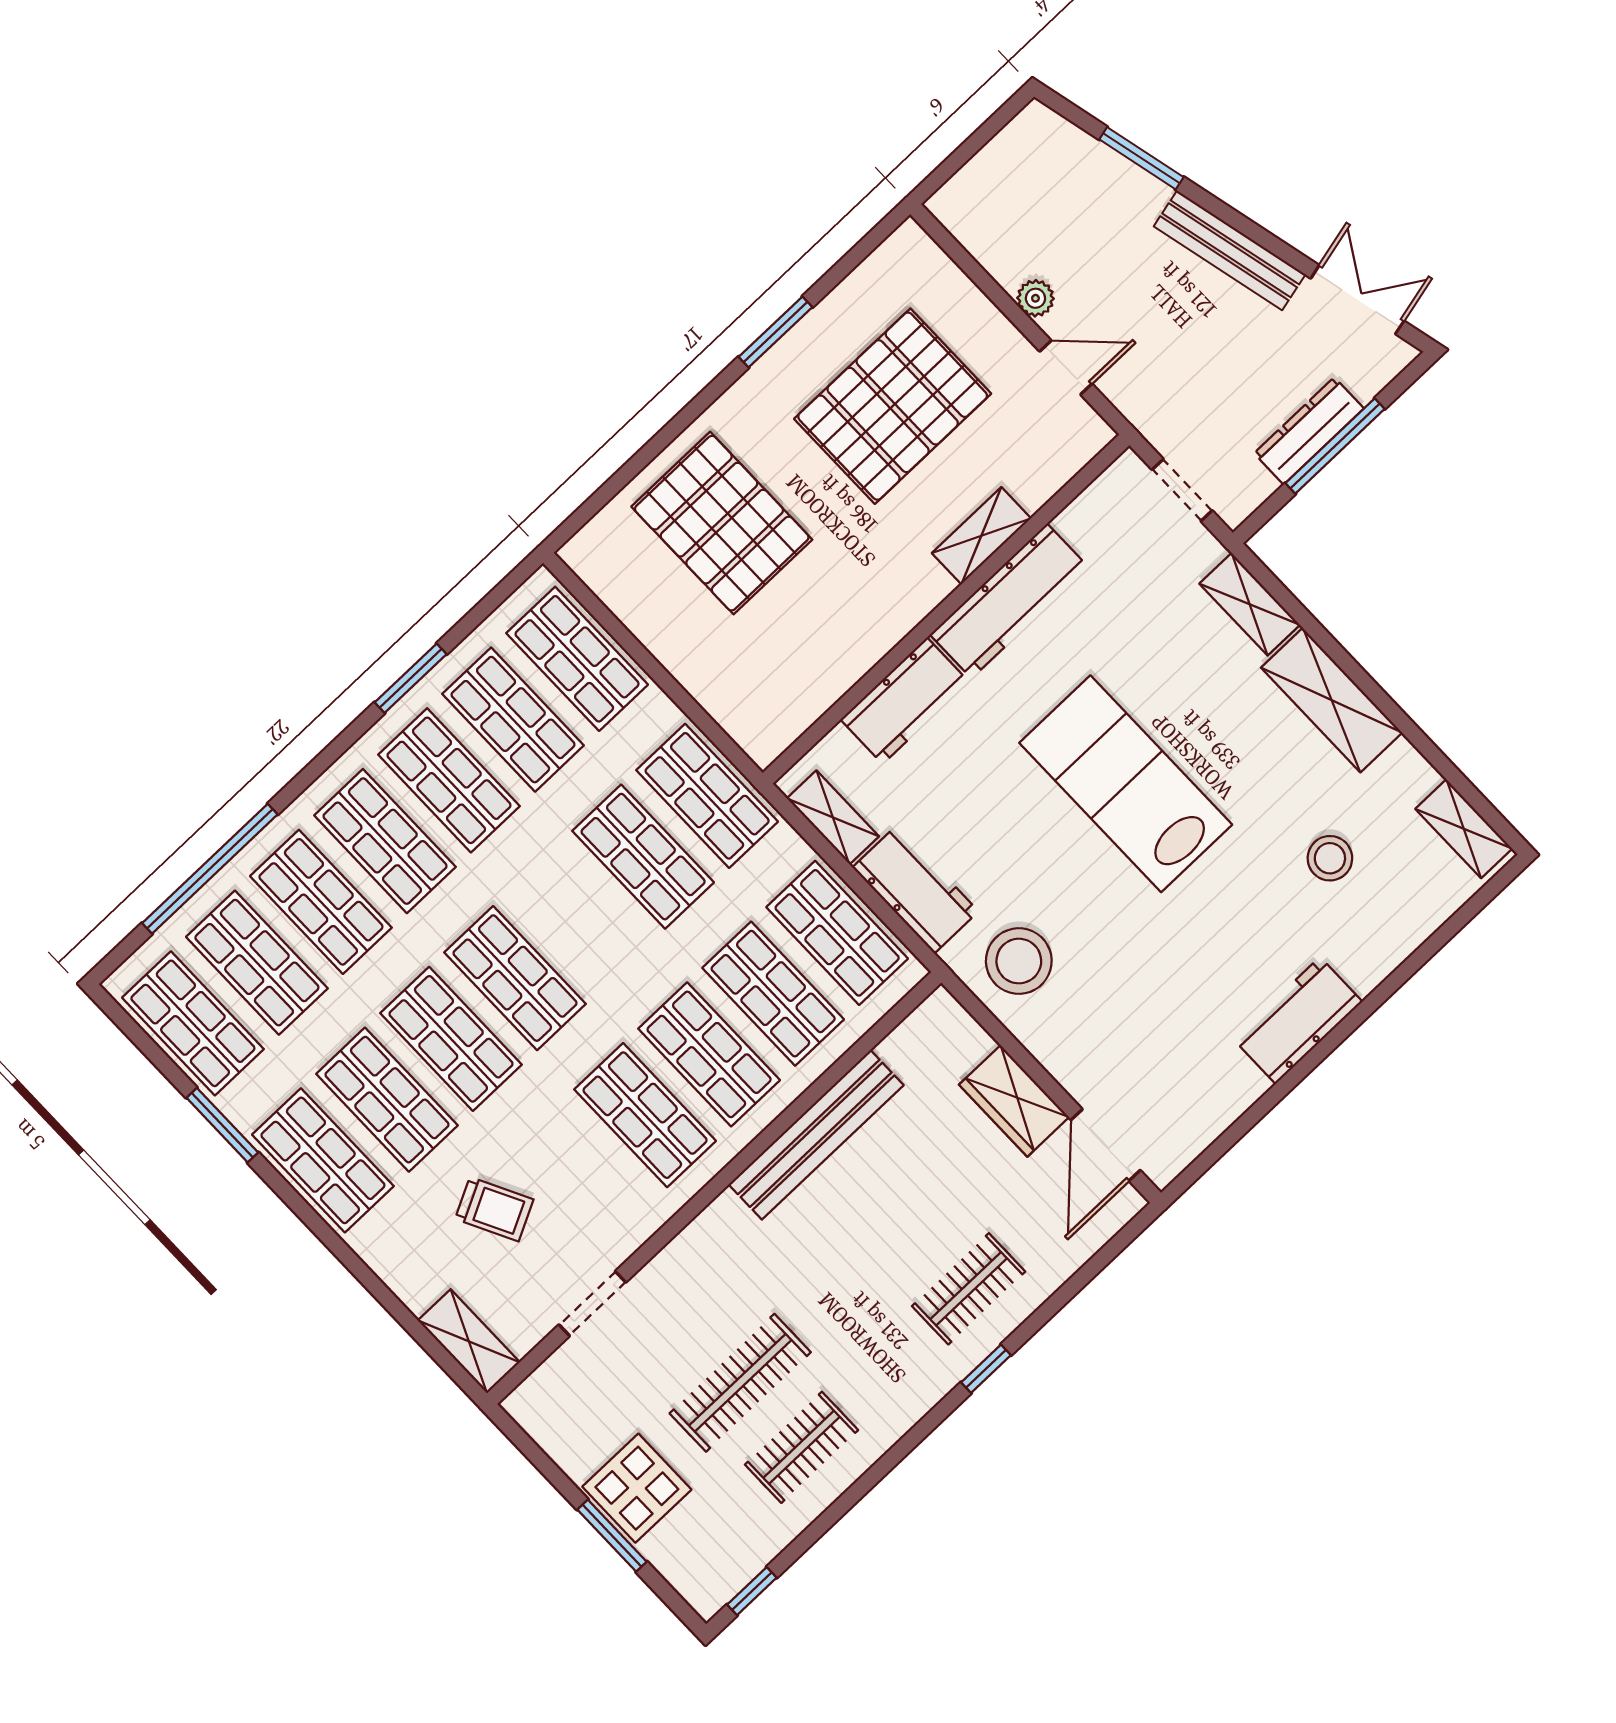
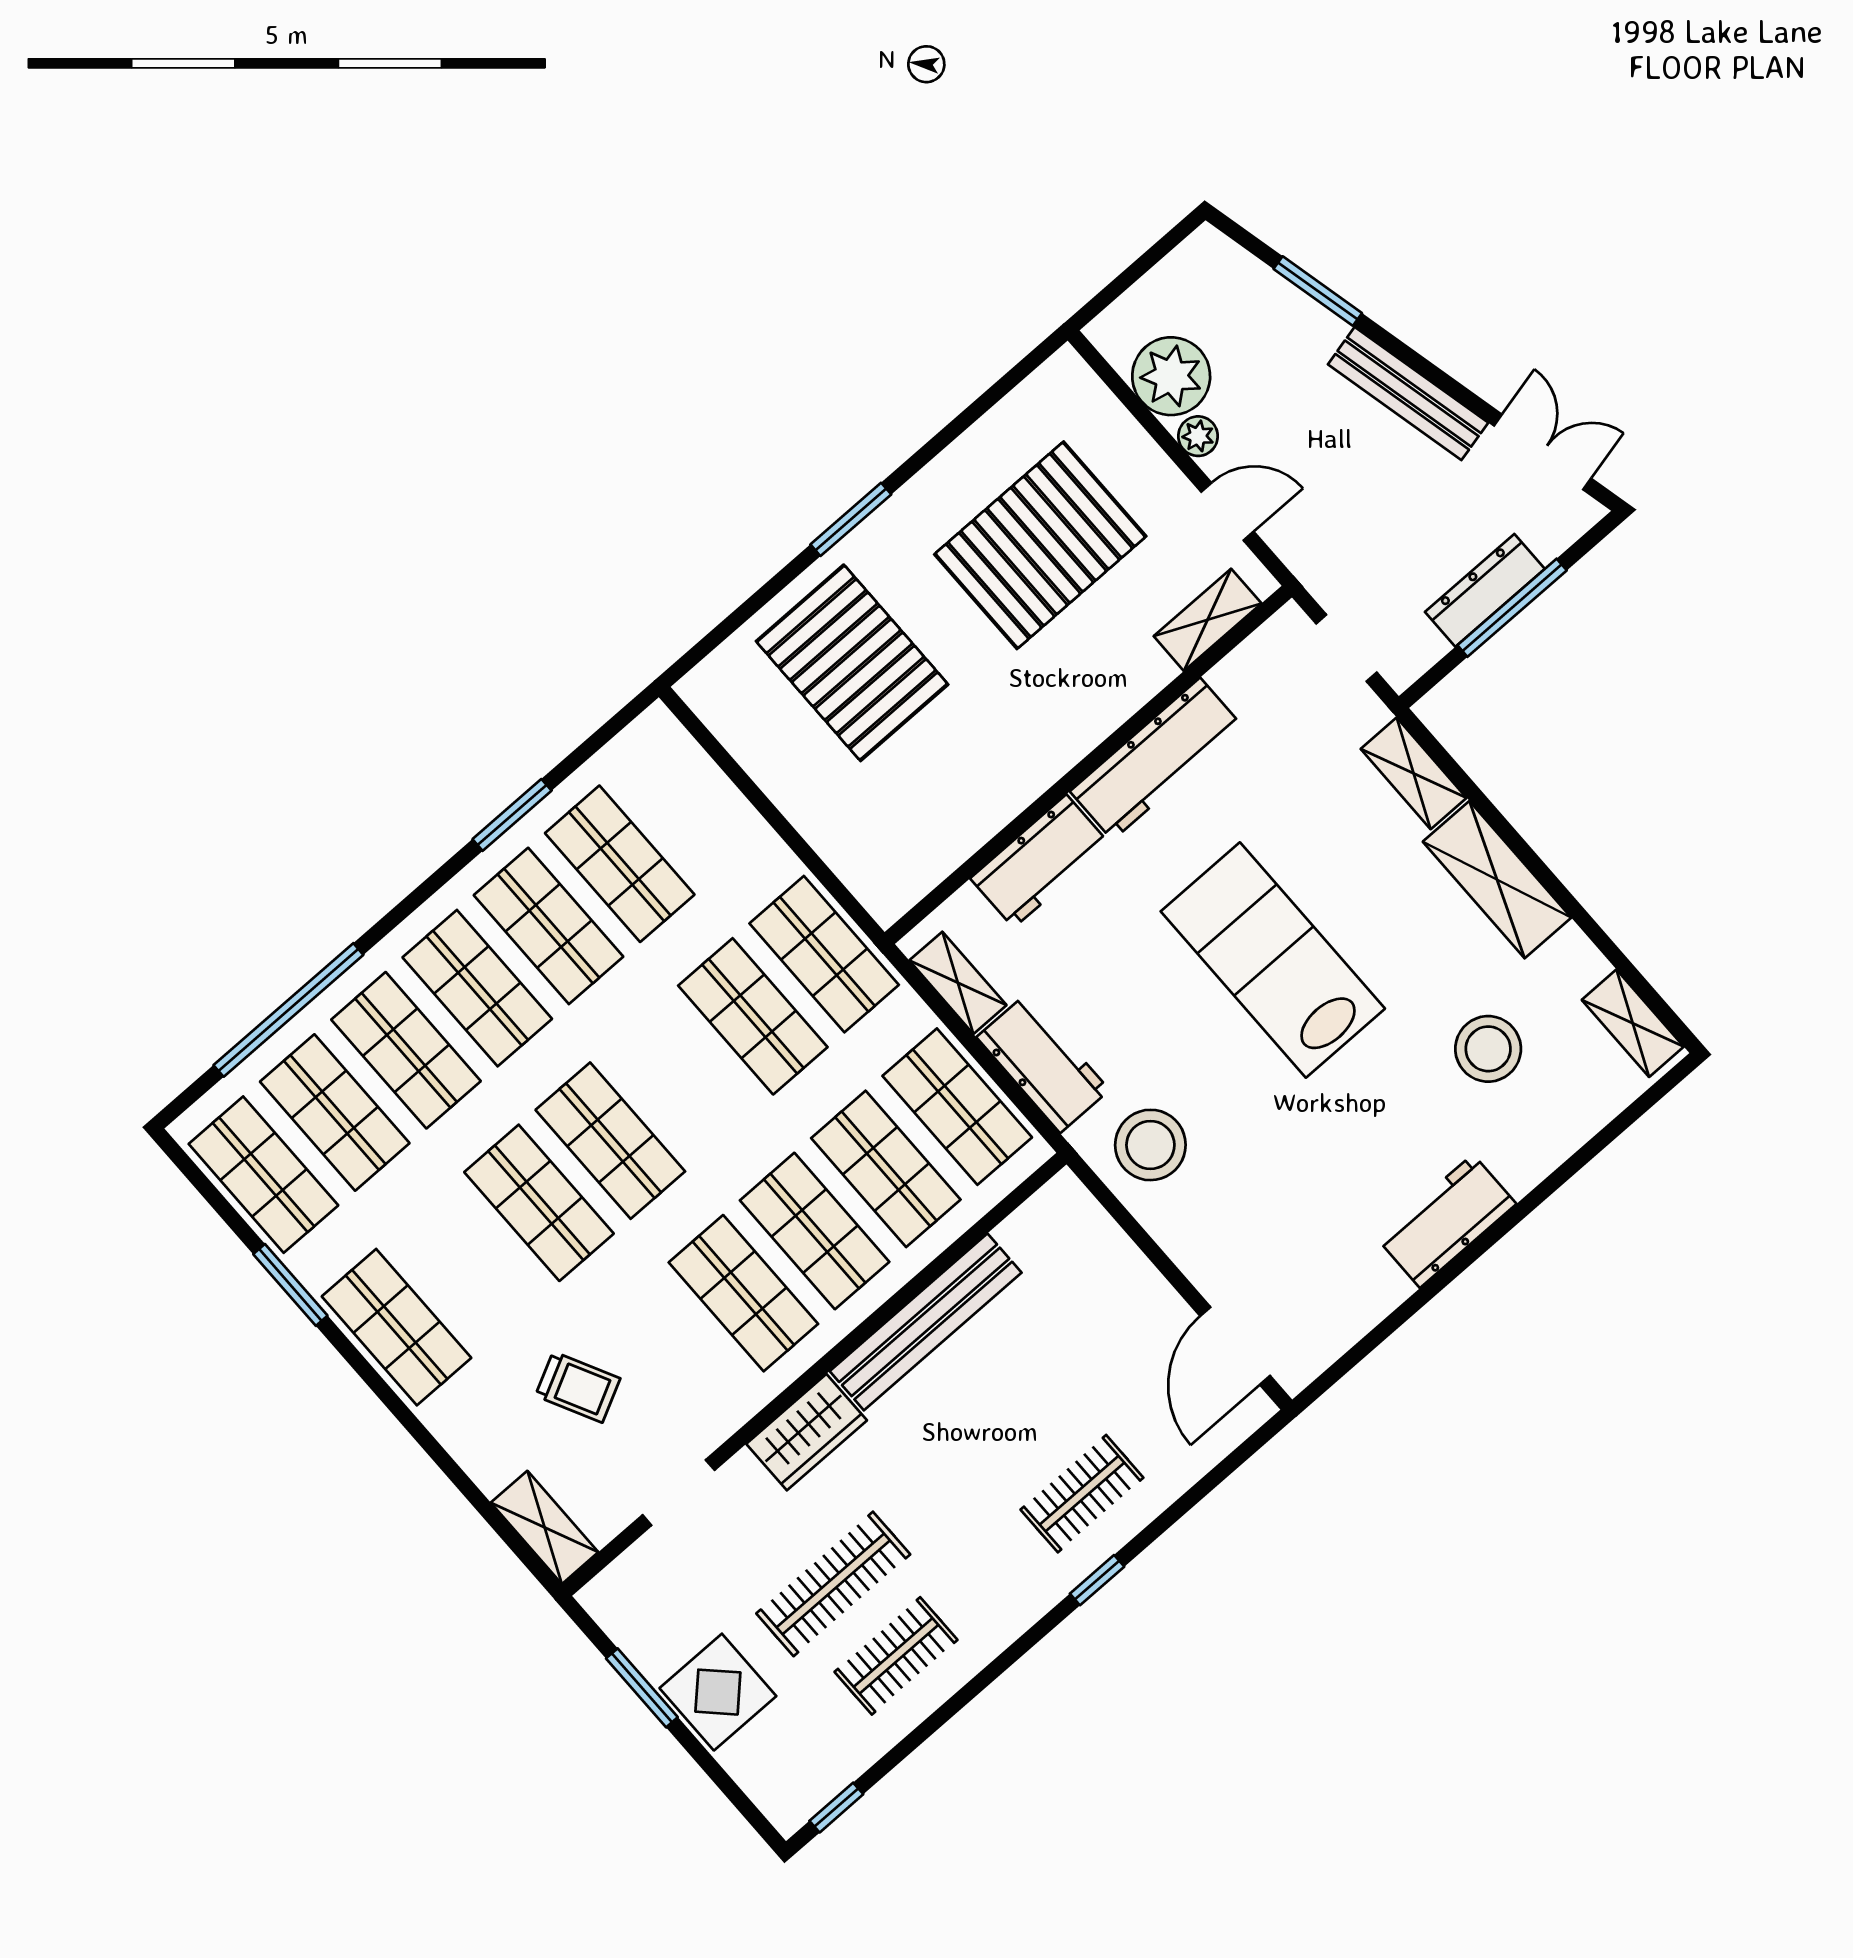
plant: (1008, 243) -> (1171, 376), added
window: (775, 332) -> (851, 519), moved
shelving: (981, 536) -> (1208, 620), moved
shop shelf: (577, 659) -> (691, 802), removed
stool: (1330, 858) -> (1488, 1049), width x1.38, depth x1.38
shop shelf: (387, 1100) -> (468, 1265), removed
wardrobe: (1014, 1101) -> (807, 1432), moved, turned -90
window: (612, 1536) -> (642, 1688), moved

